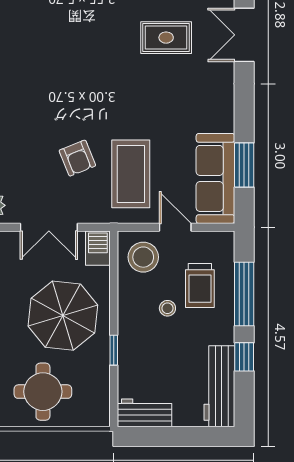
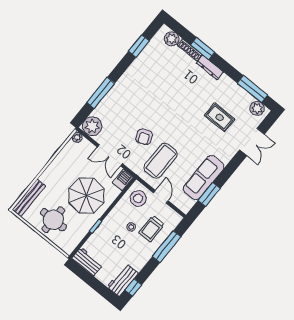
double door: (244, 35) -> (252, 142), swing flipped
sofa: (215, 178) -> (204, 178), moved
window: (244, 357) -> (133, 287), moved
workbench: (219, 386) -> (123, 280), width x0.73

